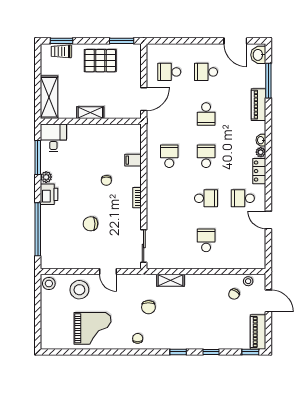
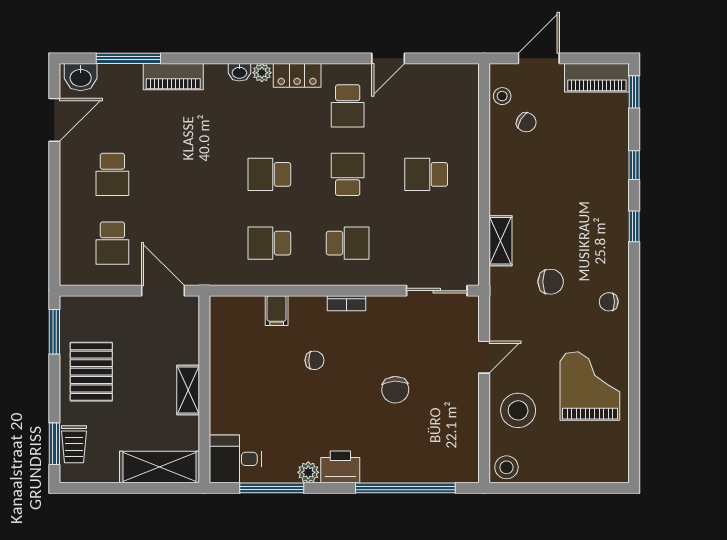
school desk: (206, 114) -> (348, 243), moved

